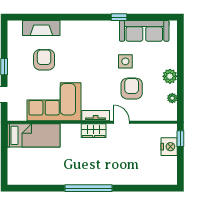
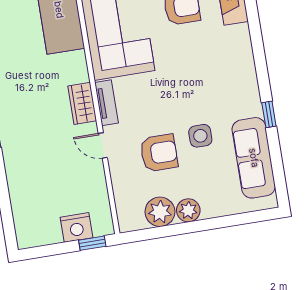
plant: (172, 98) -> (160, 212), width x1.88, depth x1.88
door: (121, 122) -> (103, 145), swing flipped

